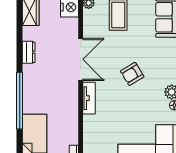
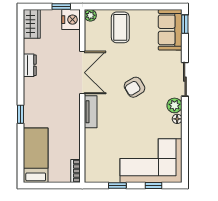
window: (20, 101) -> (20, 114), width x0.32

